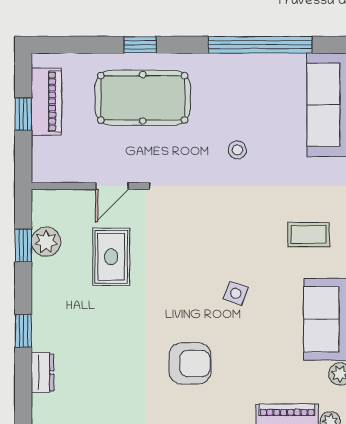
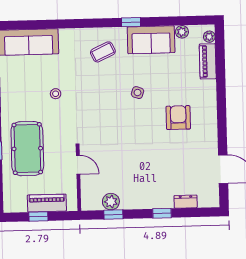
piano: (46, 102) -> (47, 203), moved
coffee table: (308, 235) -> (103, 52), turned 65
rug: (111, 257) -> (119, 164), removed

